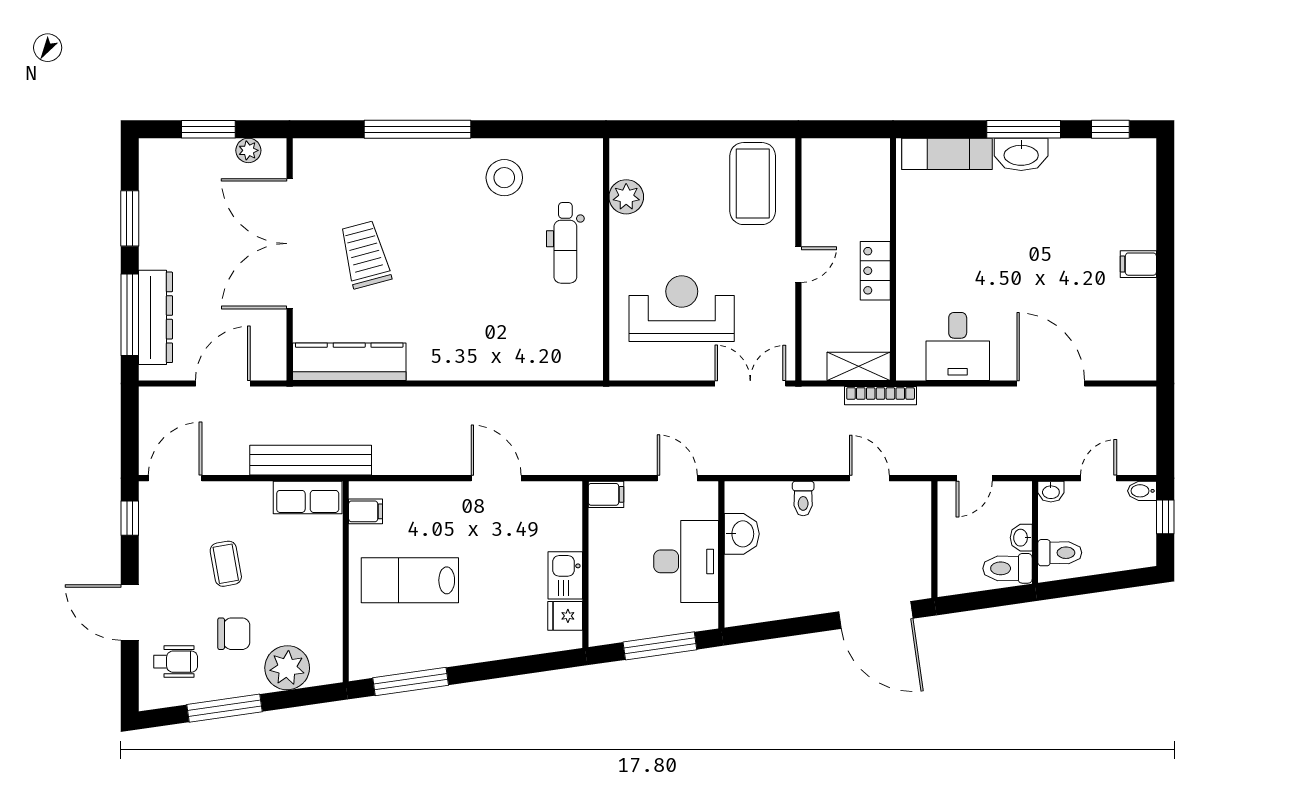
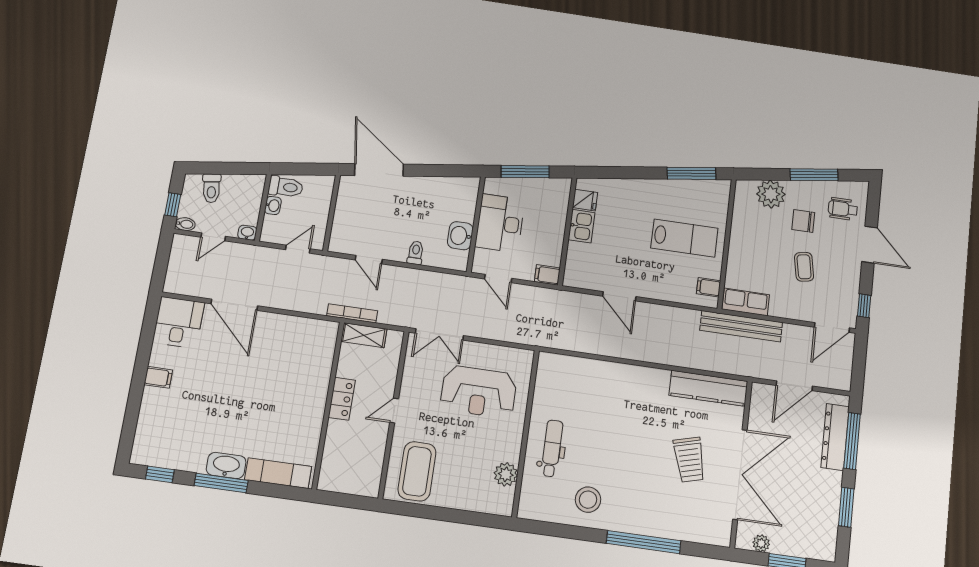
desk: (958, 346) -> (179, 322), moved
toilet: (1060, 553) -> (211, 188), moved, turned -98

